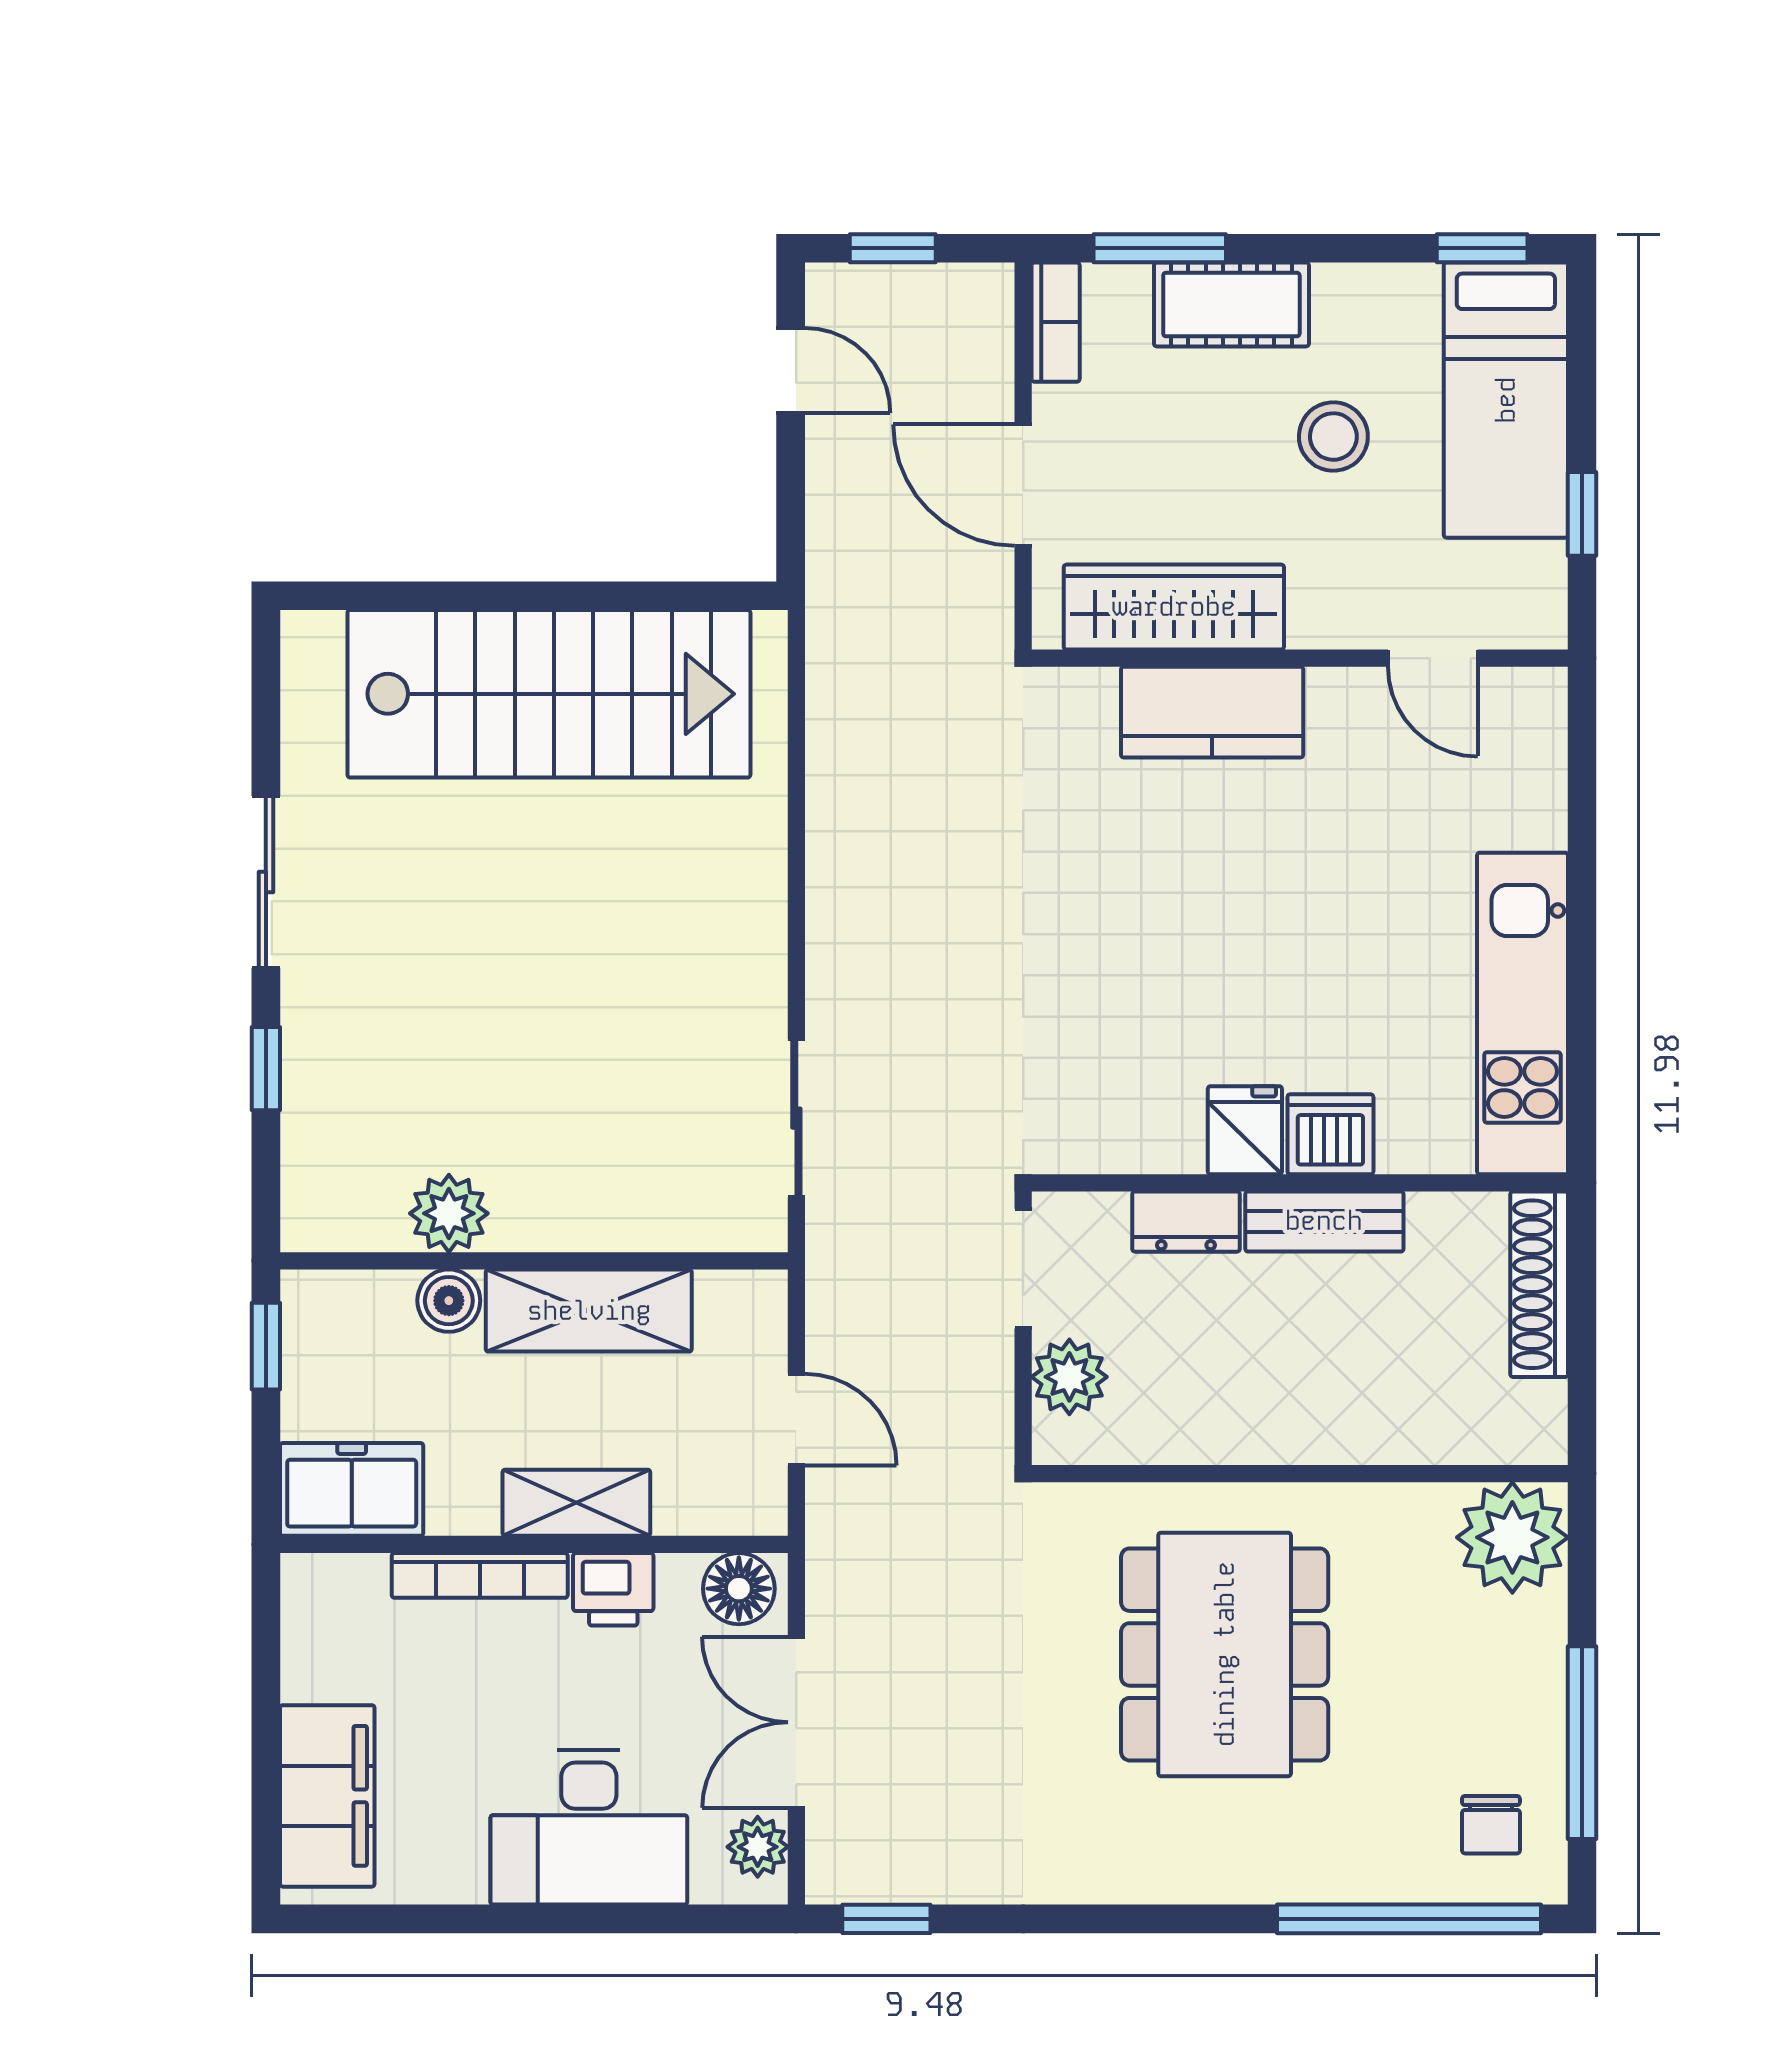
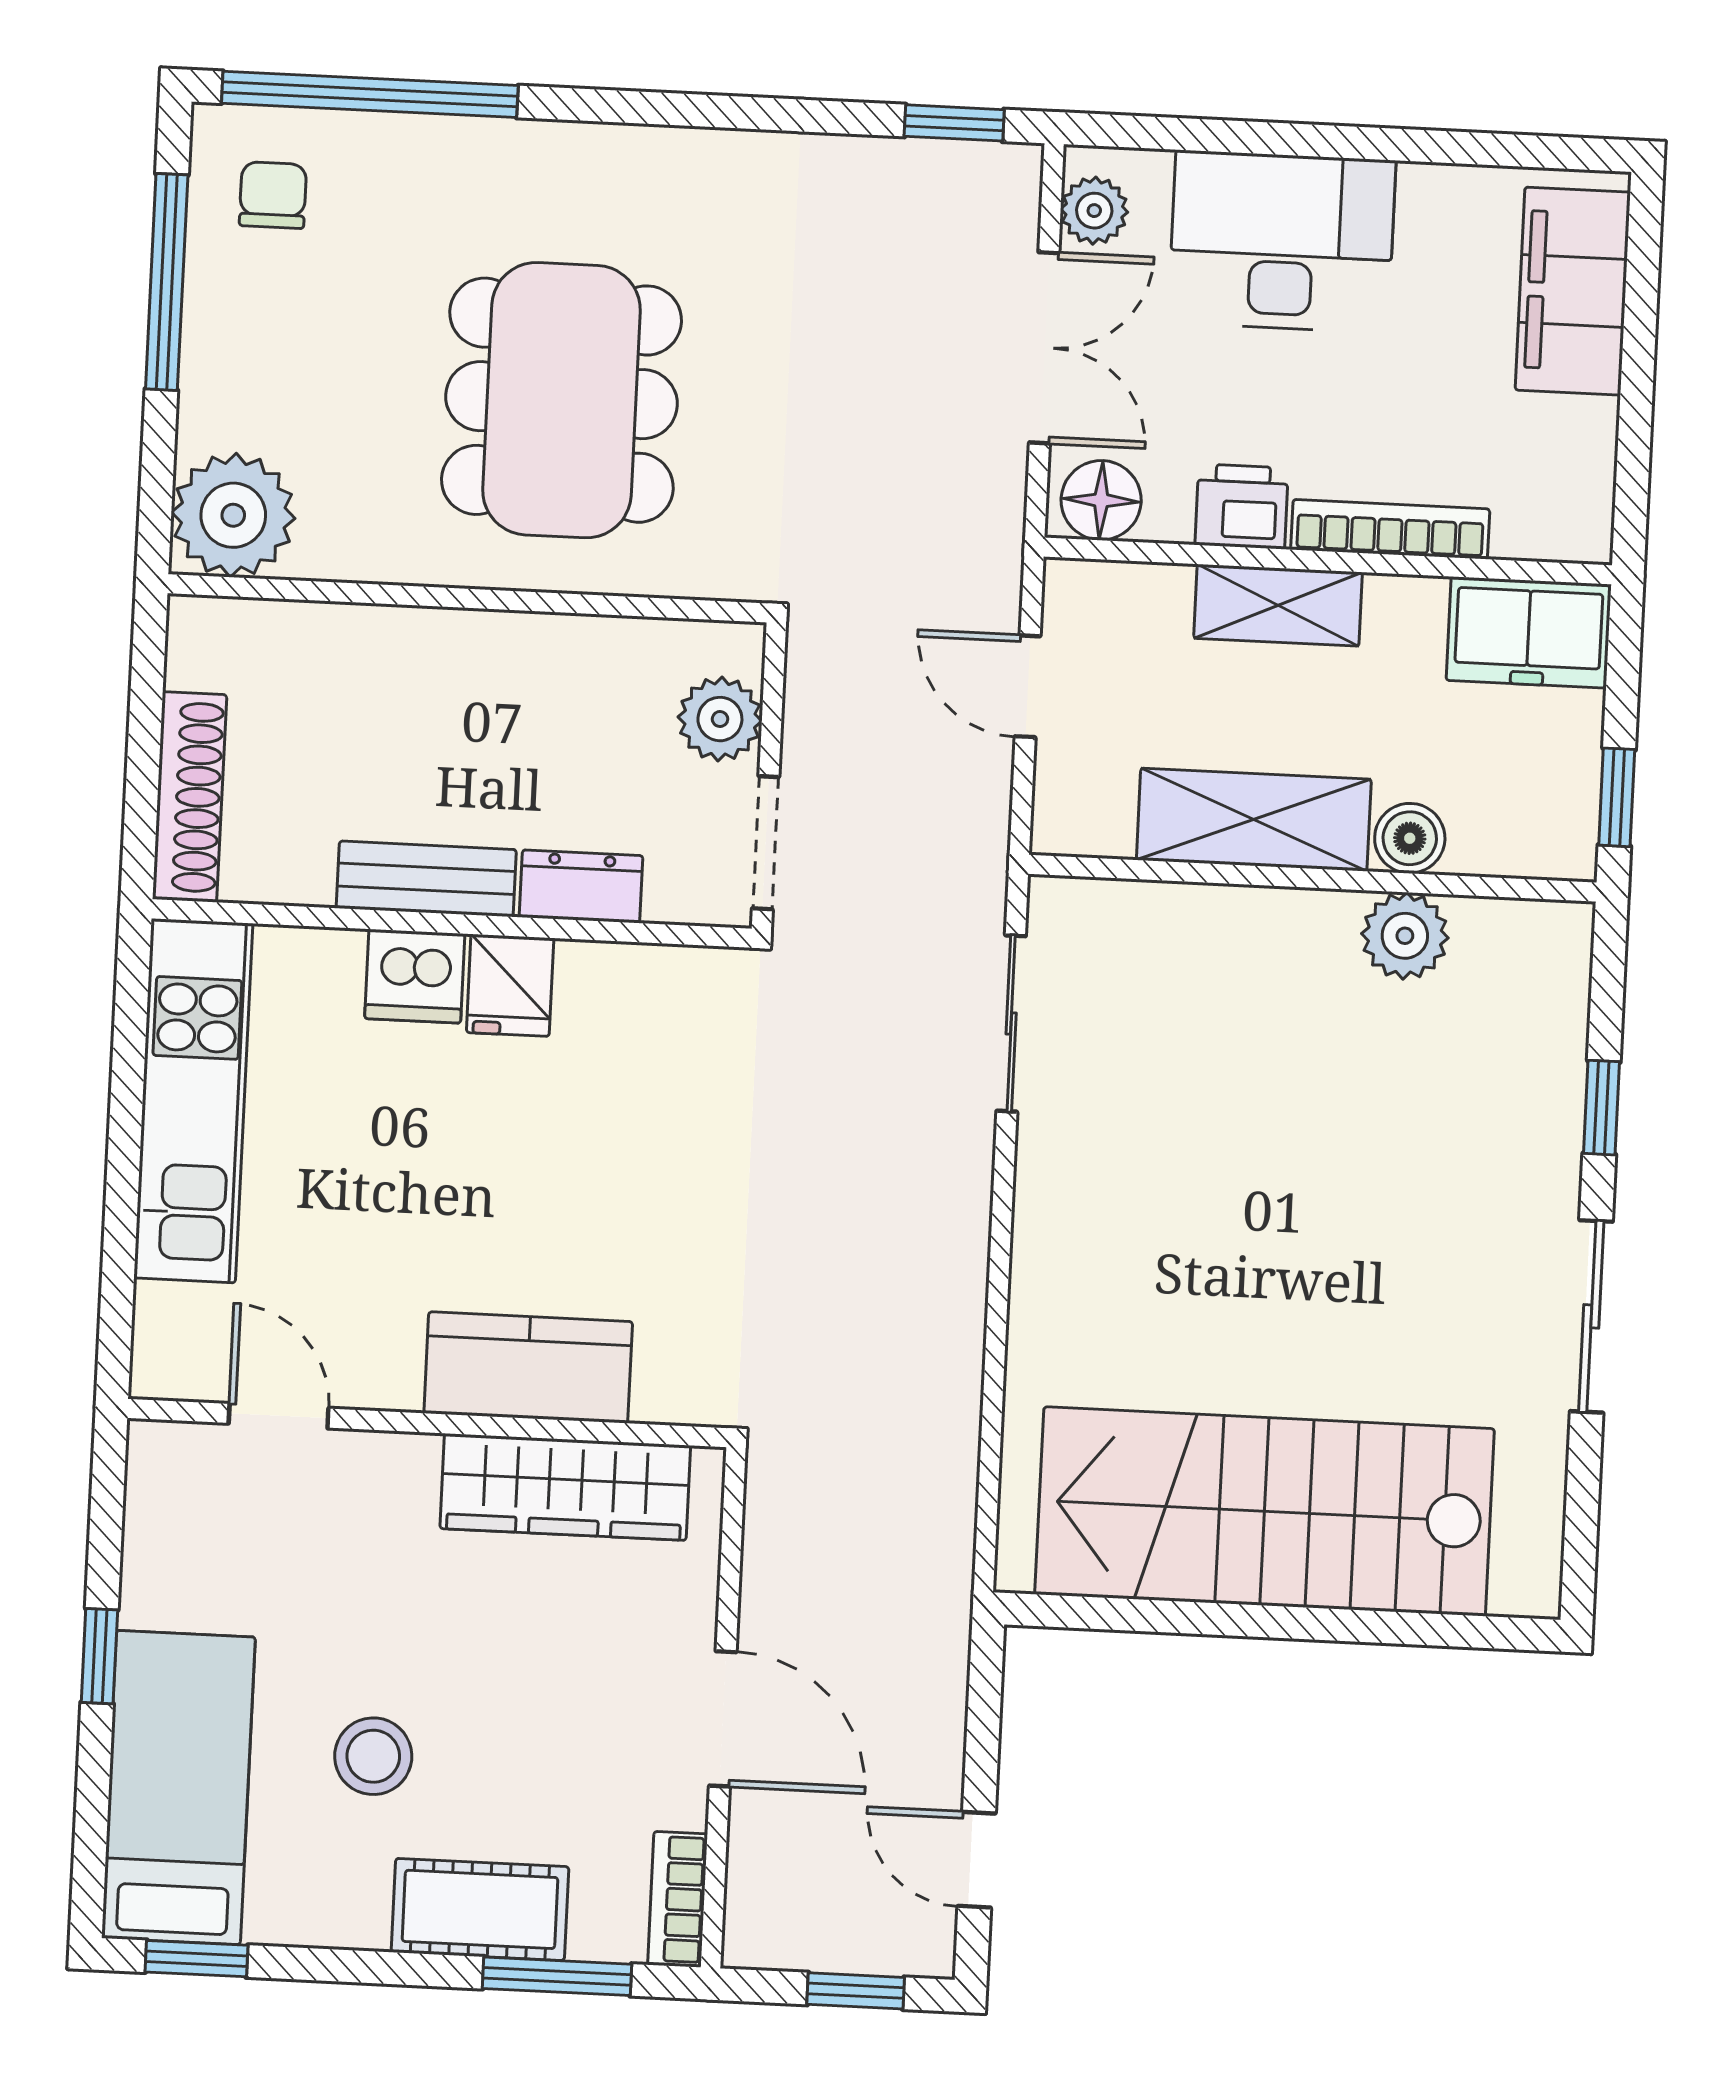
wardrobe: (1174, 607) -> (565, 1487), moved
wall: (1300, 658) -> (427, 1423), moved
door: (1433, 658) -> (279, 1416), moved
kitchen counter: (1212, 712) -> (528, 1367), moved

